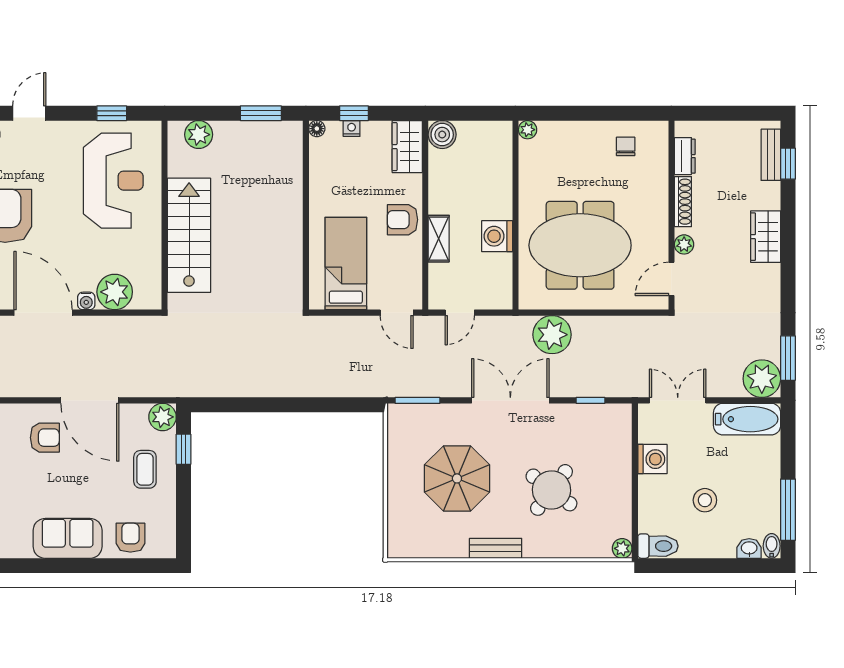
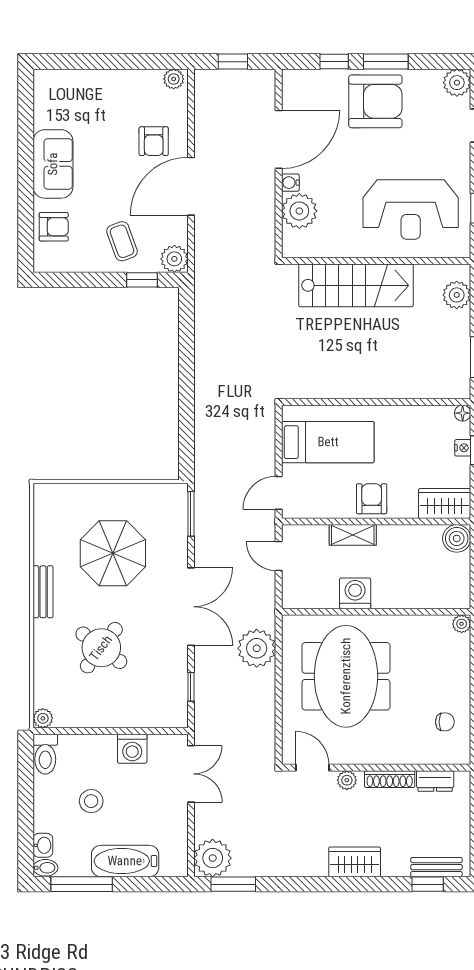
bathtub: (747, 419) -> (125, 861), moved, turned 90
coffee table: (145, 469) -> (122, 241), turned 70

